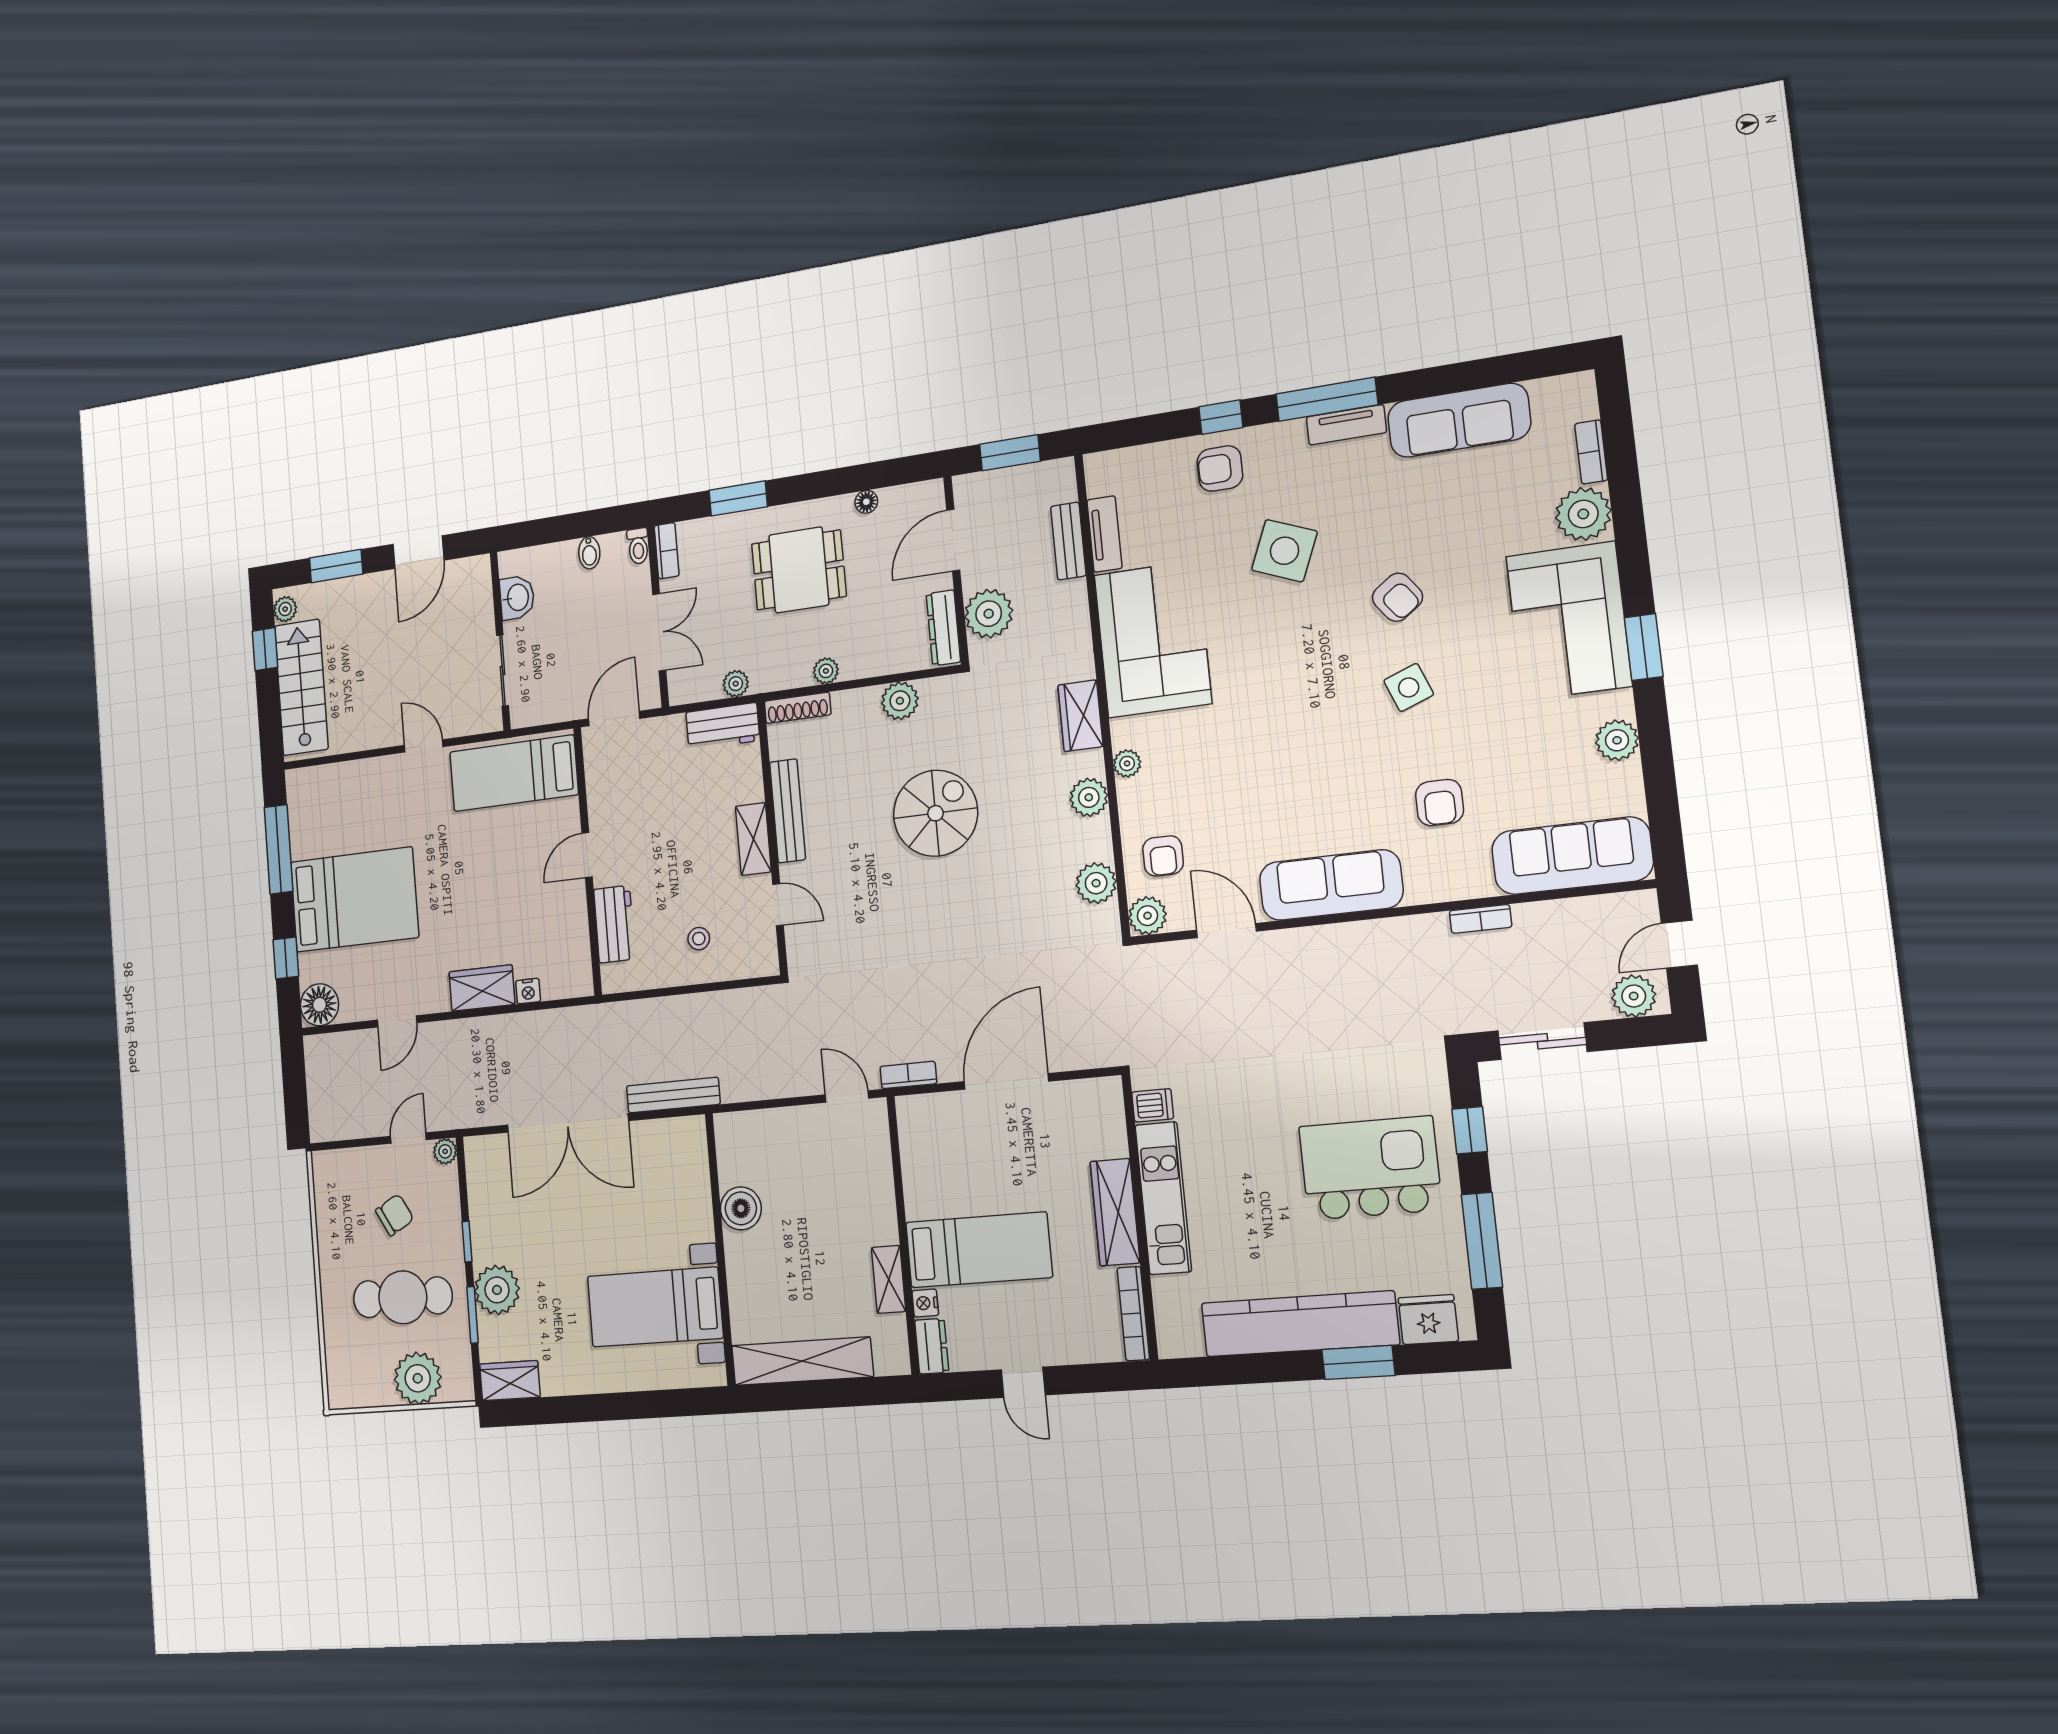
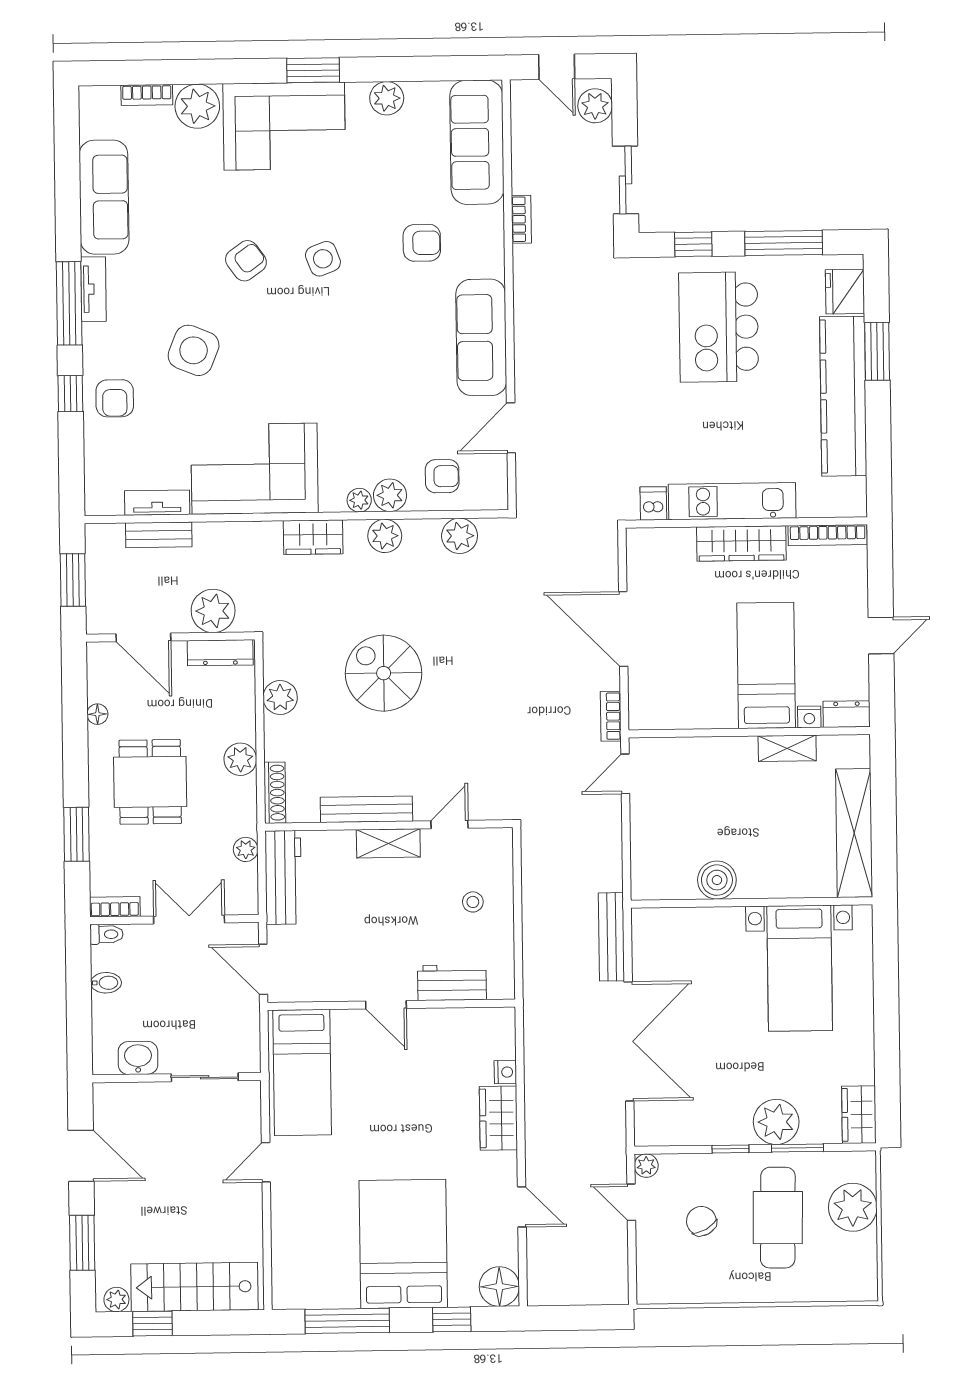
plant: (826, 671) -> (240, 759), width x1.38, depth x1.38
workbench: (723, 726) -> (283, 877), width x1.38
plant: (1147, 916) -> (390, 495), moved

